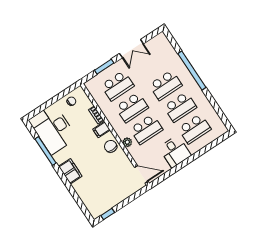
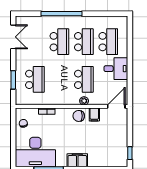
double door: (131, 49) -> (13, 37), moved
school desk: (132, 107) -> (59, 79), removed
filing cabinet: (101, 130) -> (94, 114), moved

